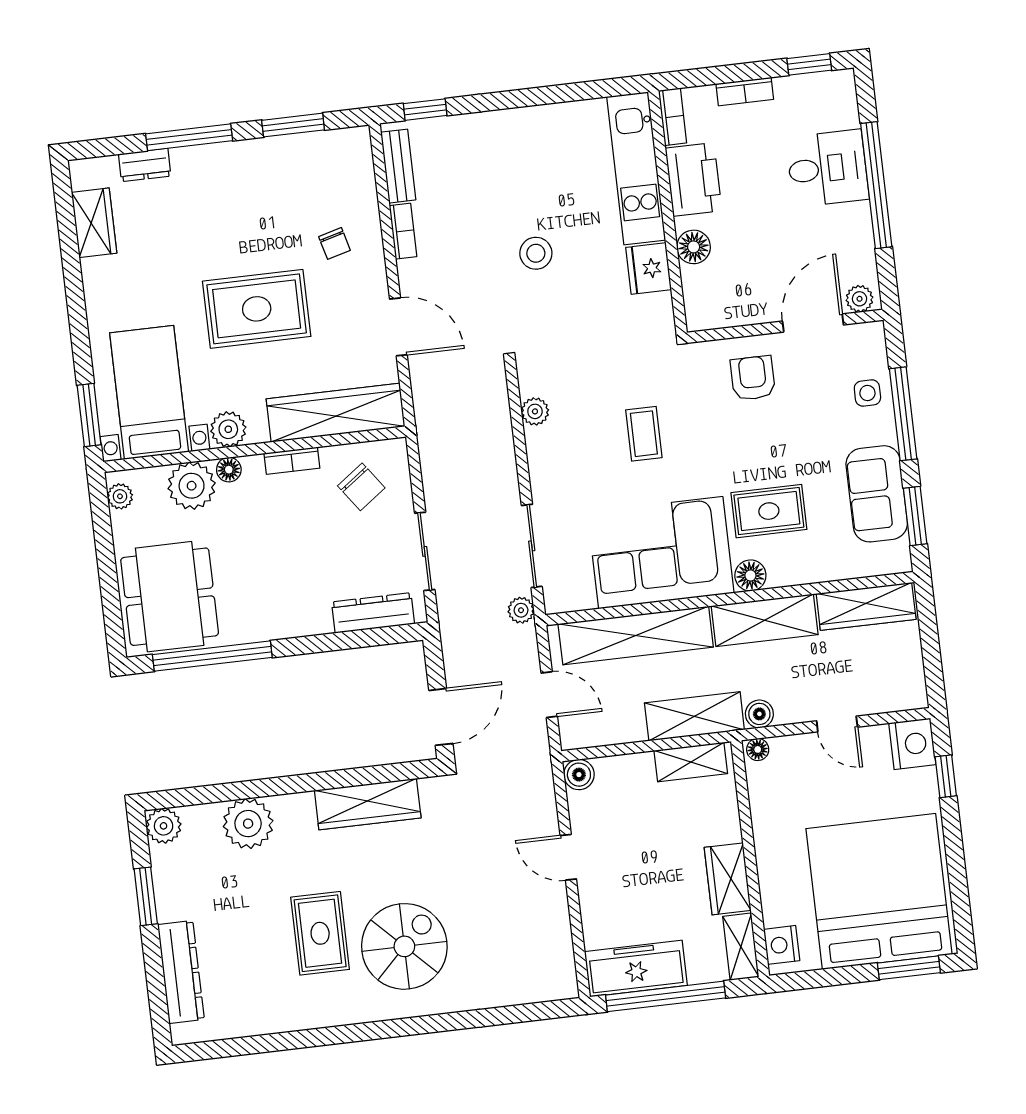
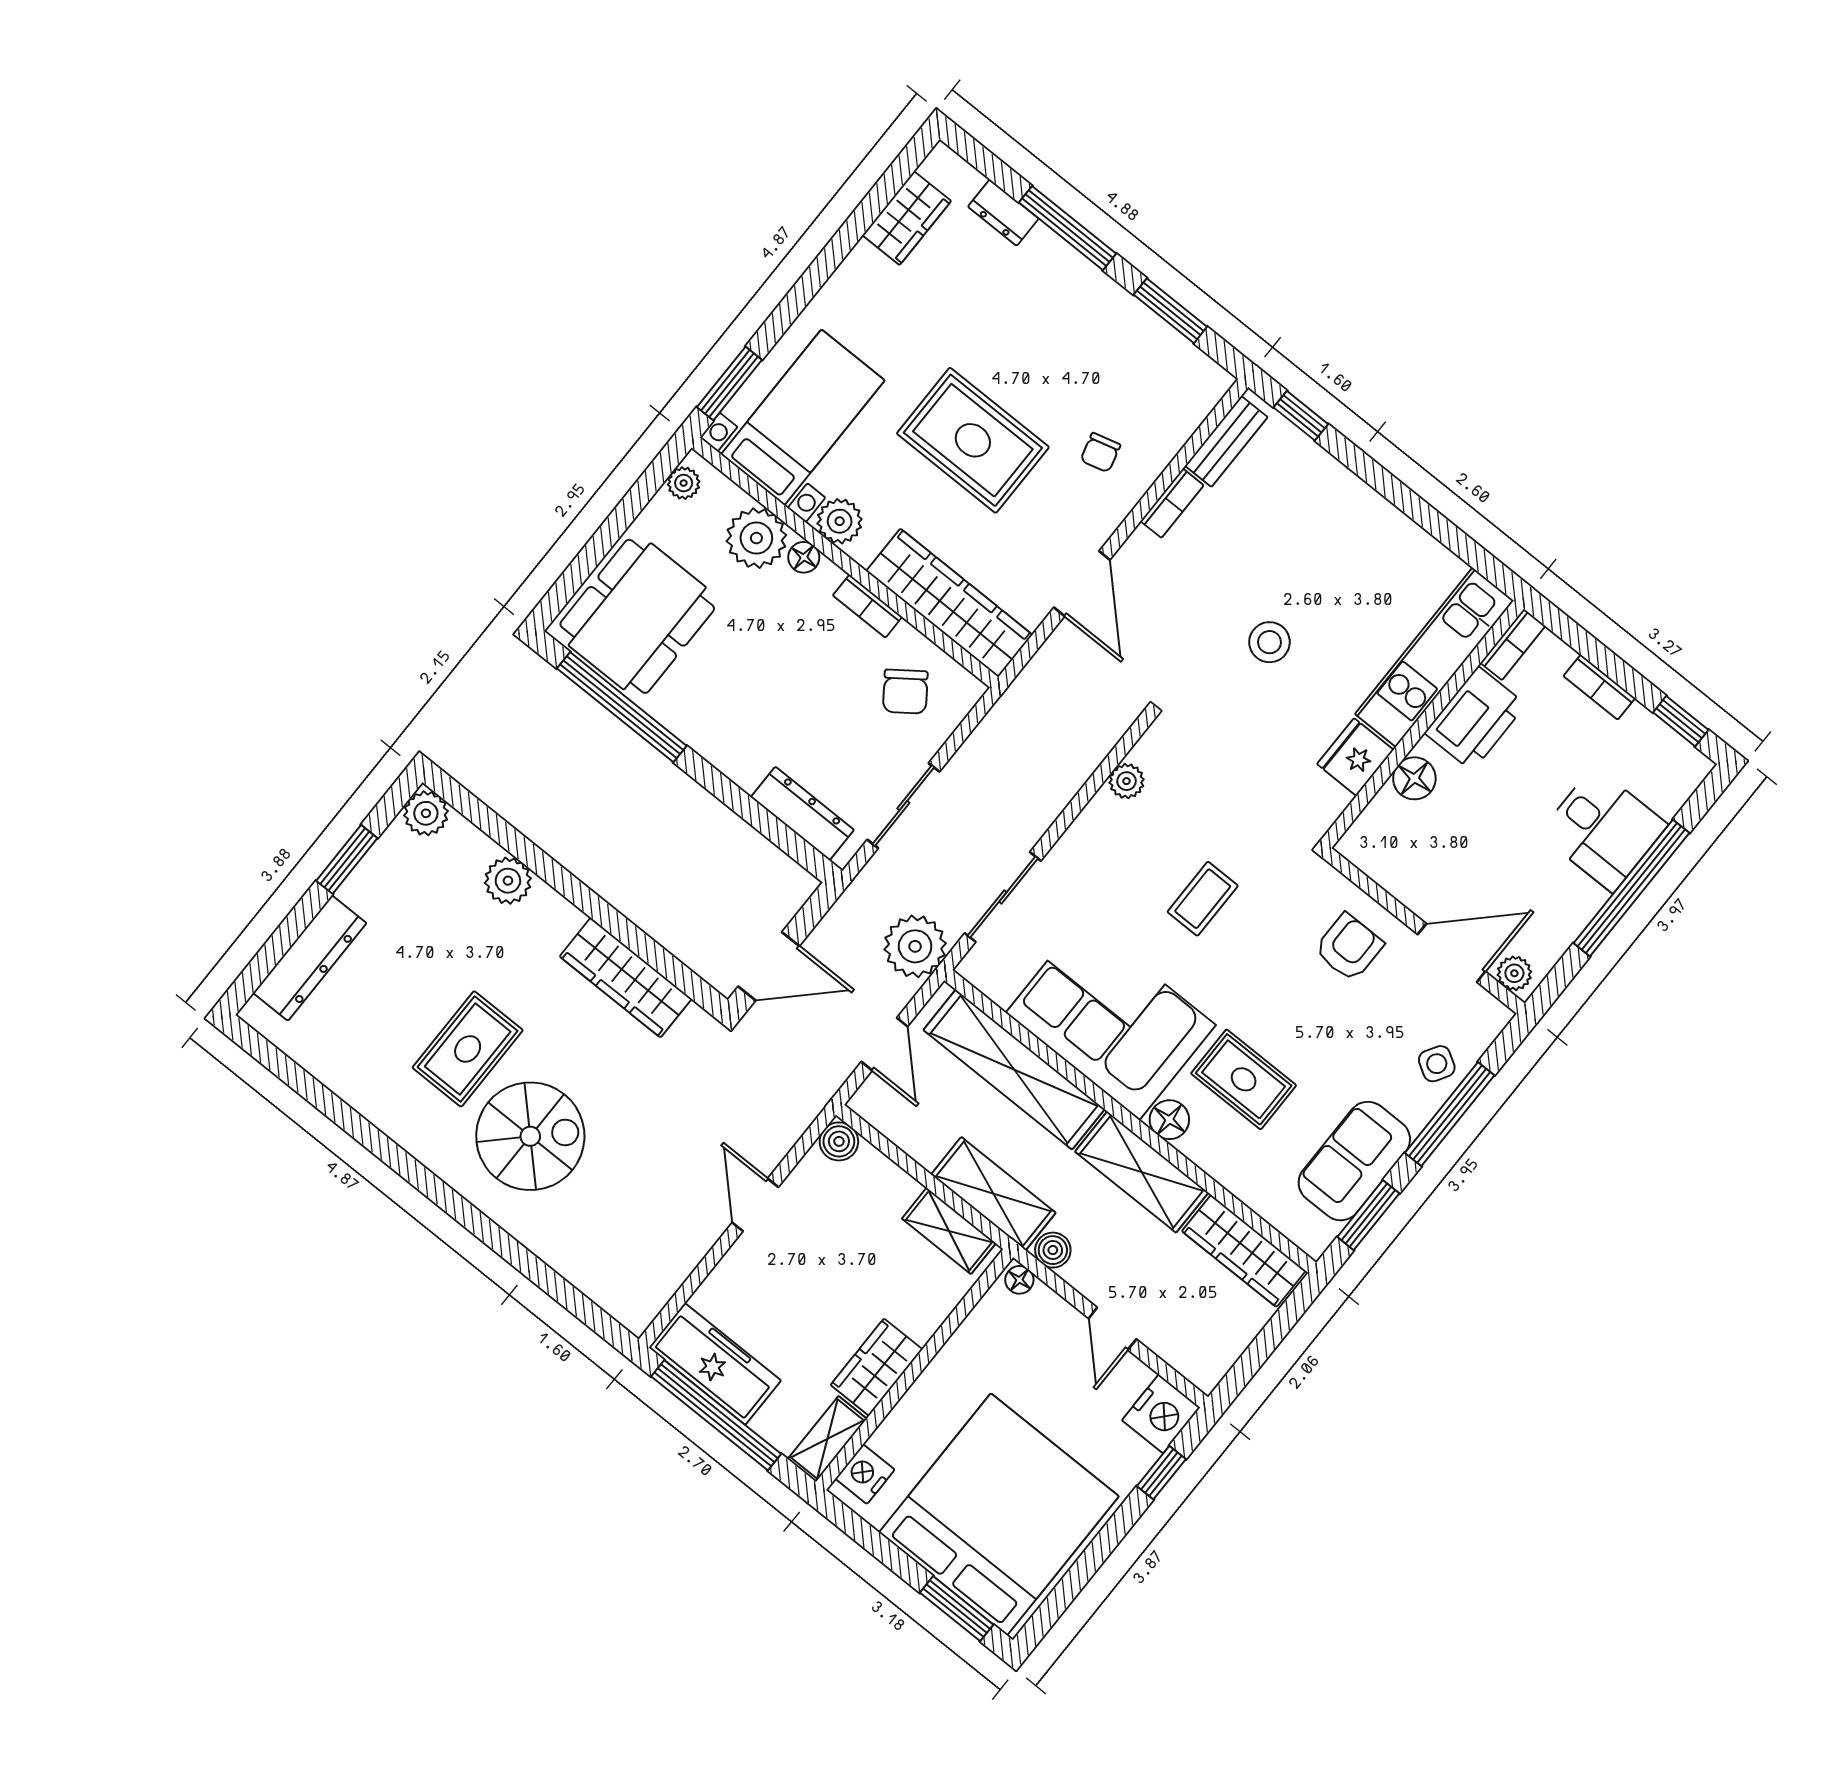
side table: (867, 393) -> (1437, 1064), turned 31
plant: (521, 610) -> (915, 946), width x1.88, depth x1.88
plant: (248, 824) -> (508, 881), width x0.73, depth x0.73

